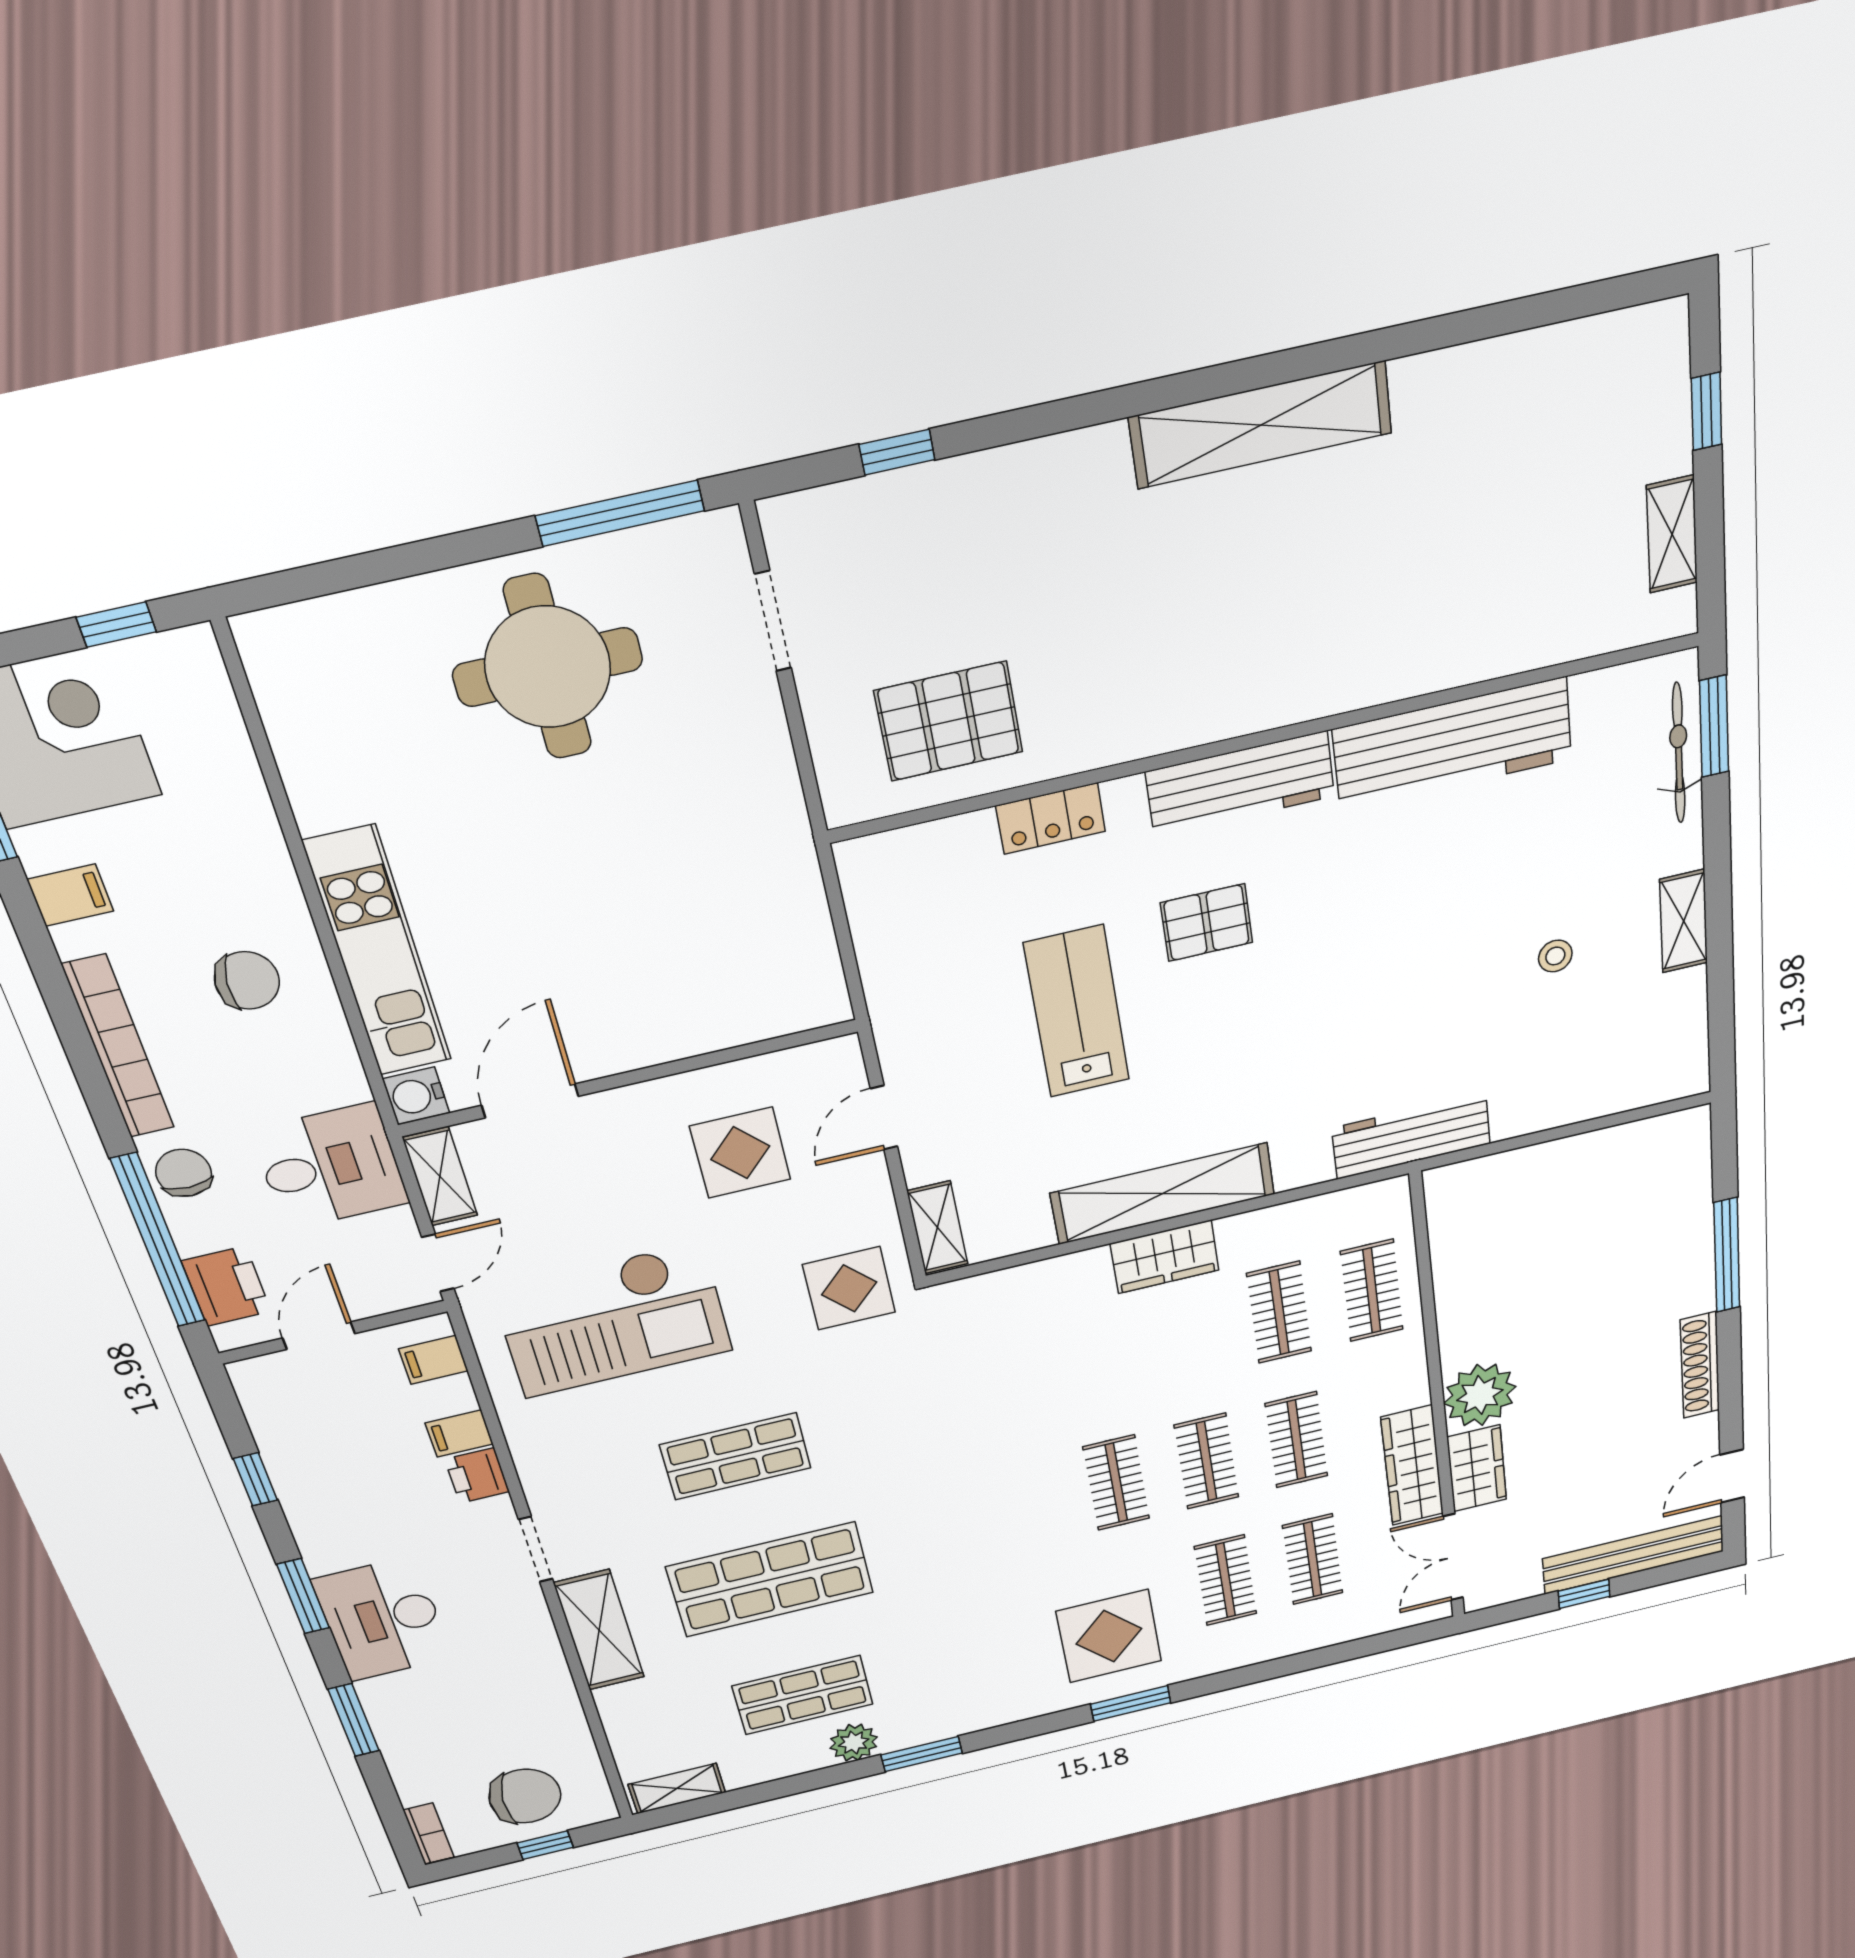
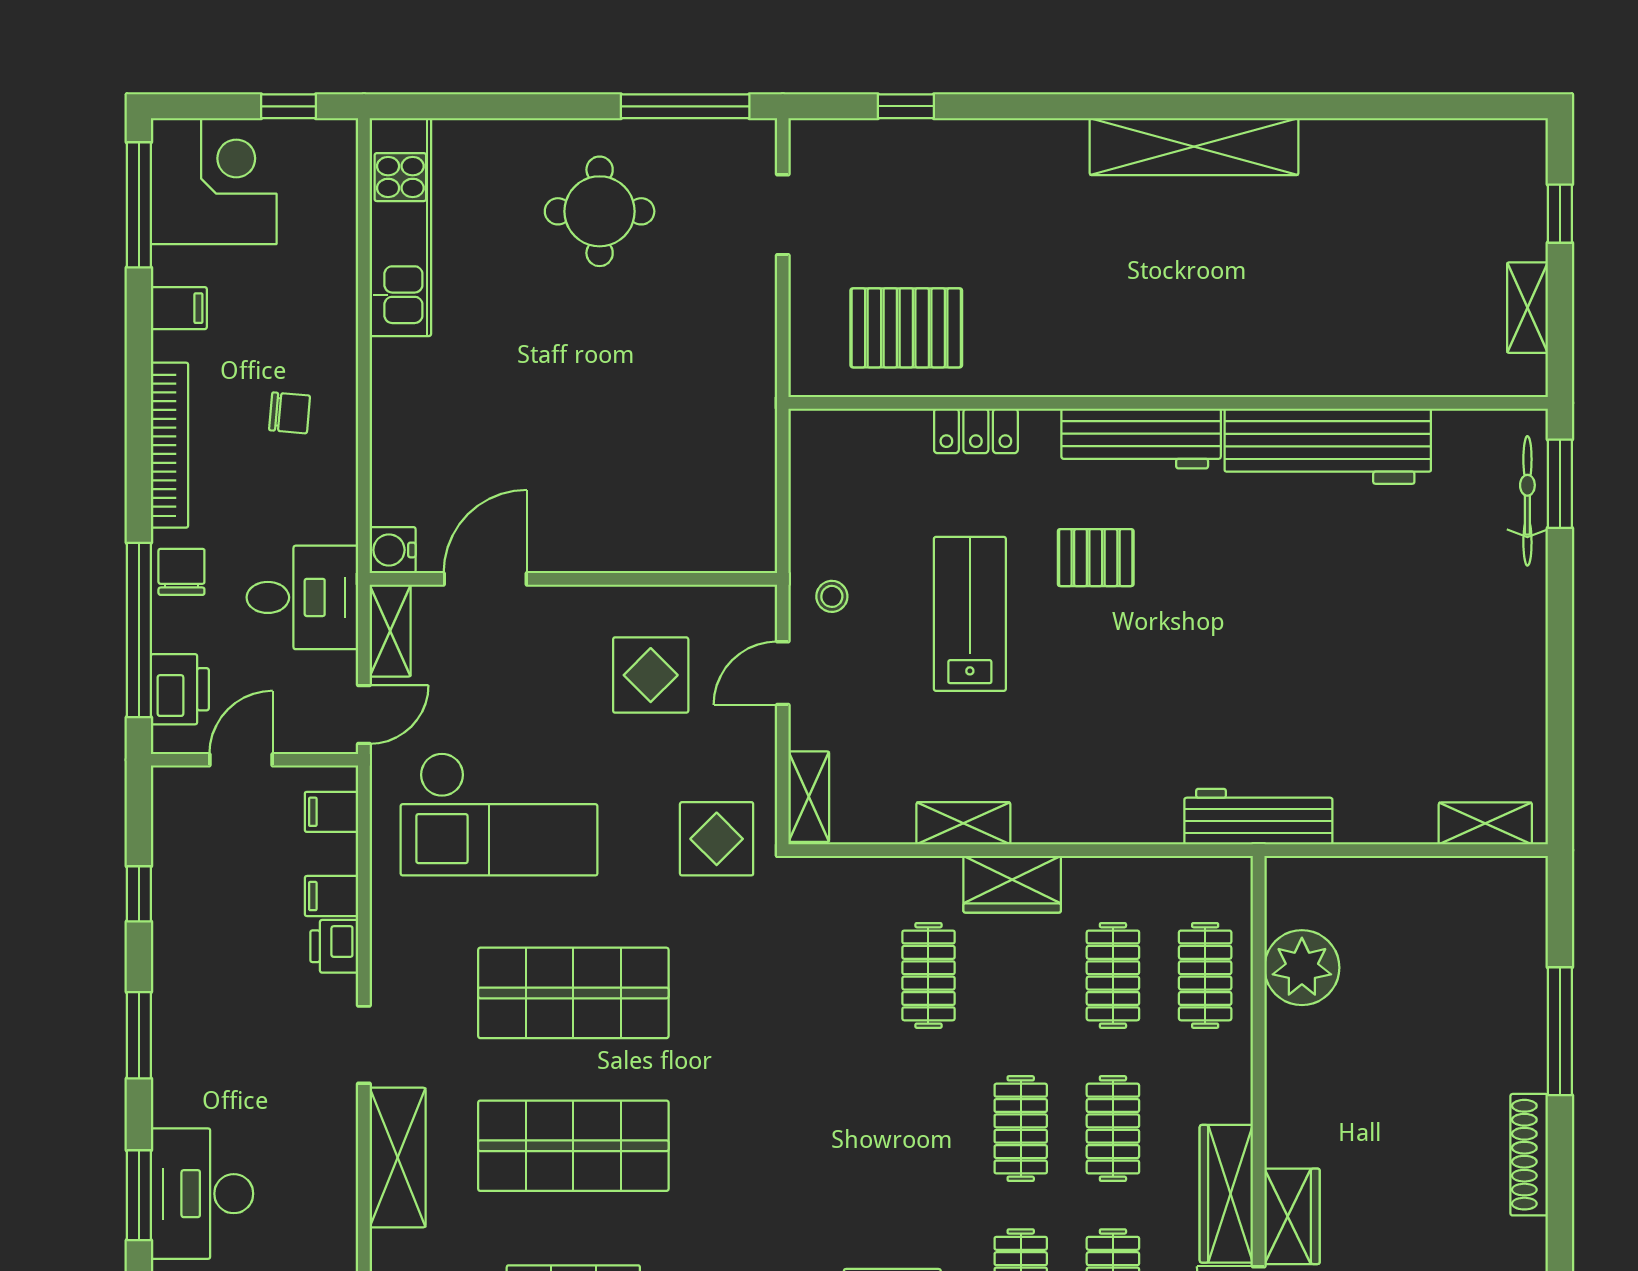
round table: (548, 667) -> (600, 211), width x0.73, depth x0.73
shelving: (1684, 921) -> (1485, 823), moved, turned 90
kitchen unit: (378, 952) -> (400, 227), moved
stool: (1555, 956) -> (832, 596), moved
chair: (247, 980) -> (290, 413), width x0.73, depth x0.73
shelving: (1163, 1194) -> (963, 823), width x0.45, depth x0.75
plant: (1480, 1395) -> (1302, 968), moved
shop shelf: (736, 1456) -> (573, 993), width x1.43, depth x1.36
clothes rail: (1116, 1483) -> (928, 975), moved
desk: (383, 1619) -> (202, 1194), moved

